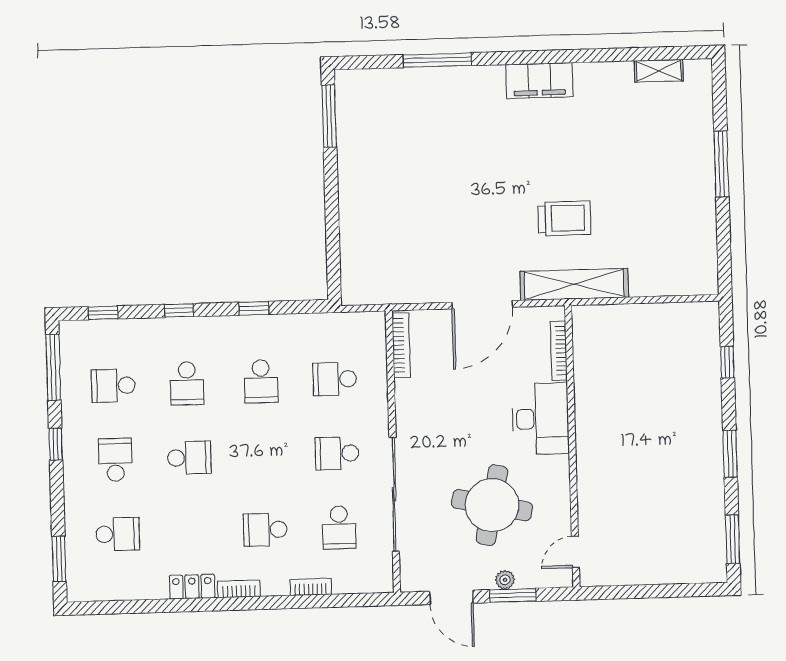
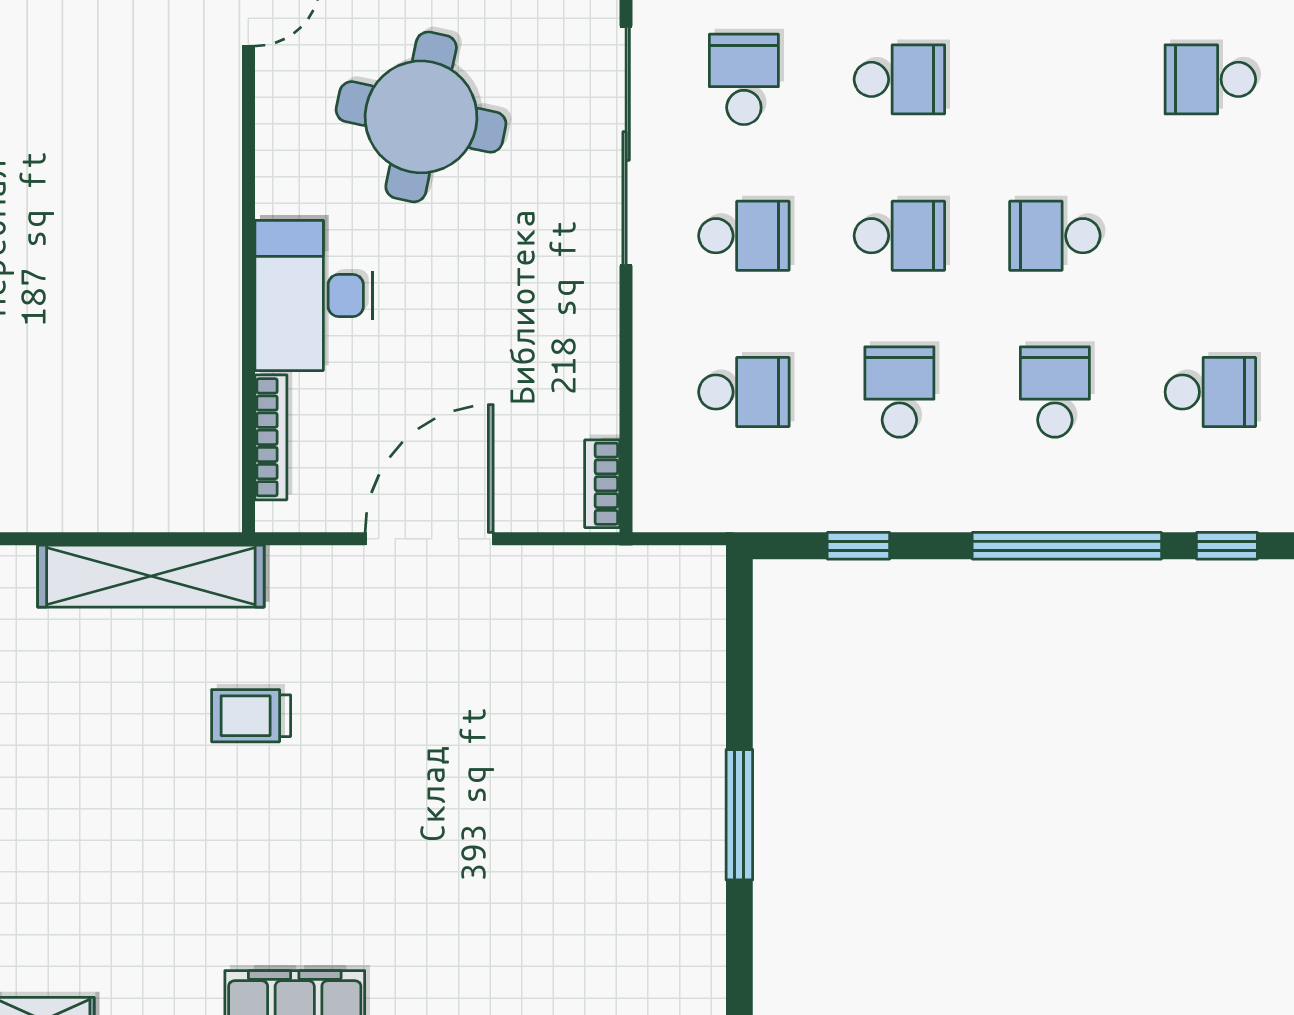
window: (329, 116) -> (739, 815), moved
trolley: (564, 218) -> (251, 716), width x0.73, depth x0.72
shelving: (574, 284) -> (151, 576), moved
window: (254, 308) -> (858, 546), moved
window: (179, 311) -> (1067, 546), width x3.17
bookcase: (401, 345) -> (602, 484), width x0.64
school desk: (115, 460) -> (899, 236), moved, turned -90

